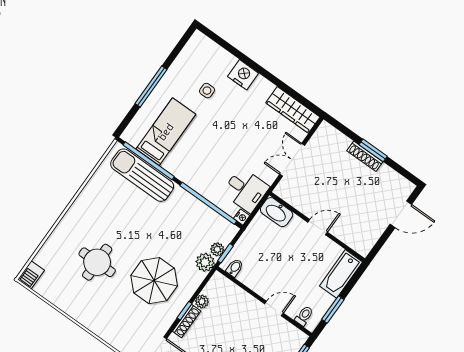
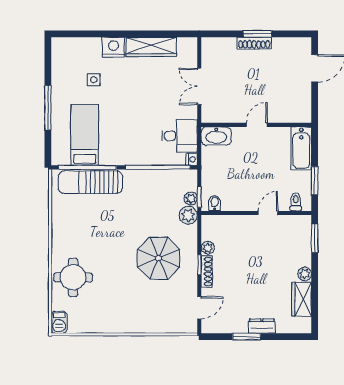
wardrobe: (293, 110) -> (151, 47), moved
round table: (97, 262) -> (73, 277), moved

